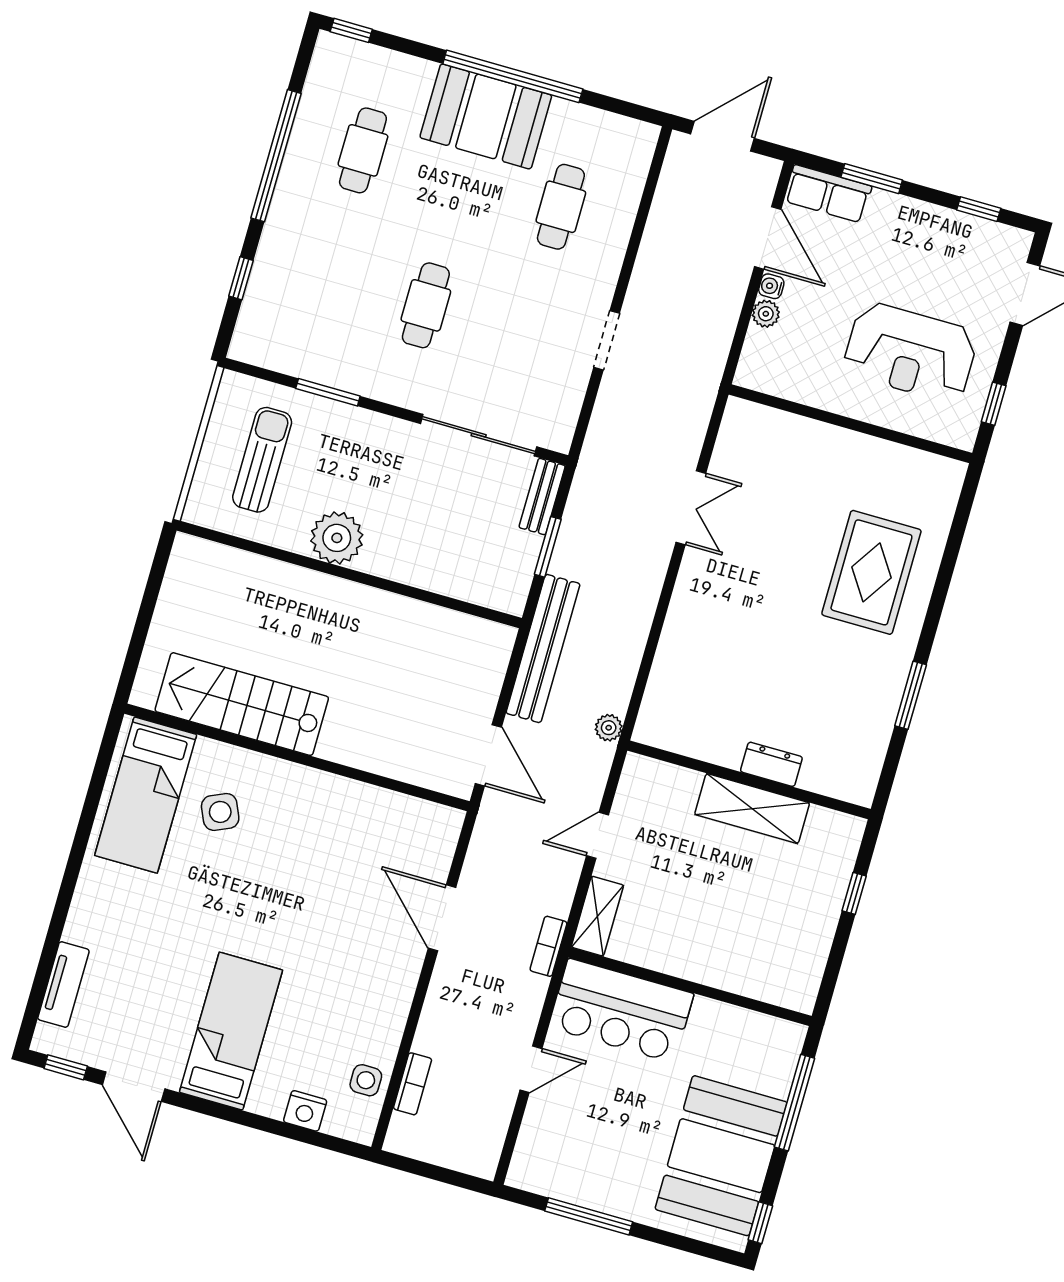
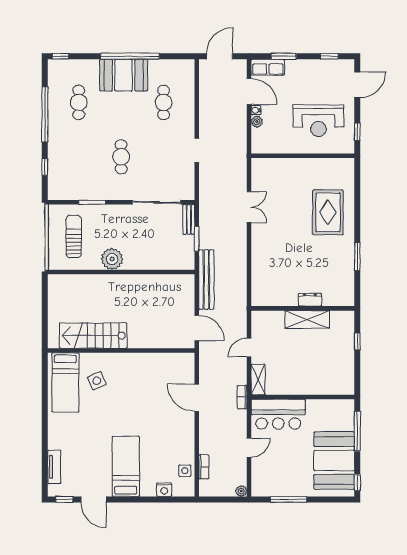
plant: (609, 728) -> (241, 491), moved

